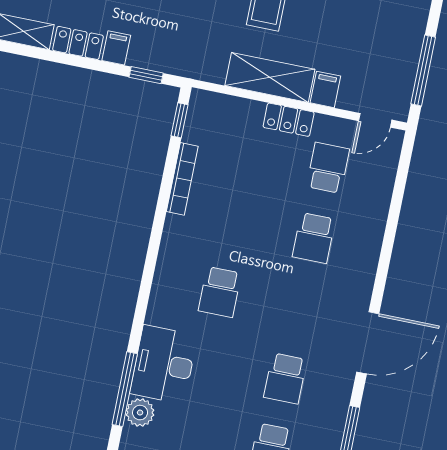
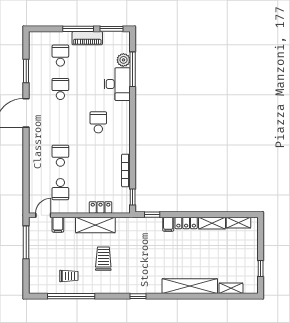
filing cabinet: (325, 89) -> (58, 225), moved
locker: (289, 120) -> (101, 207), moved

